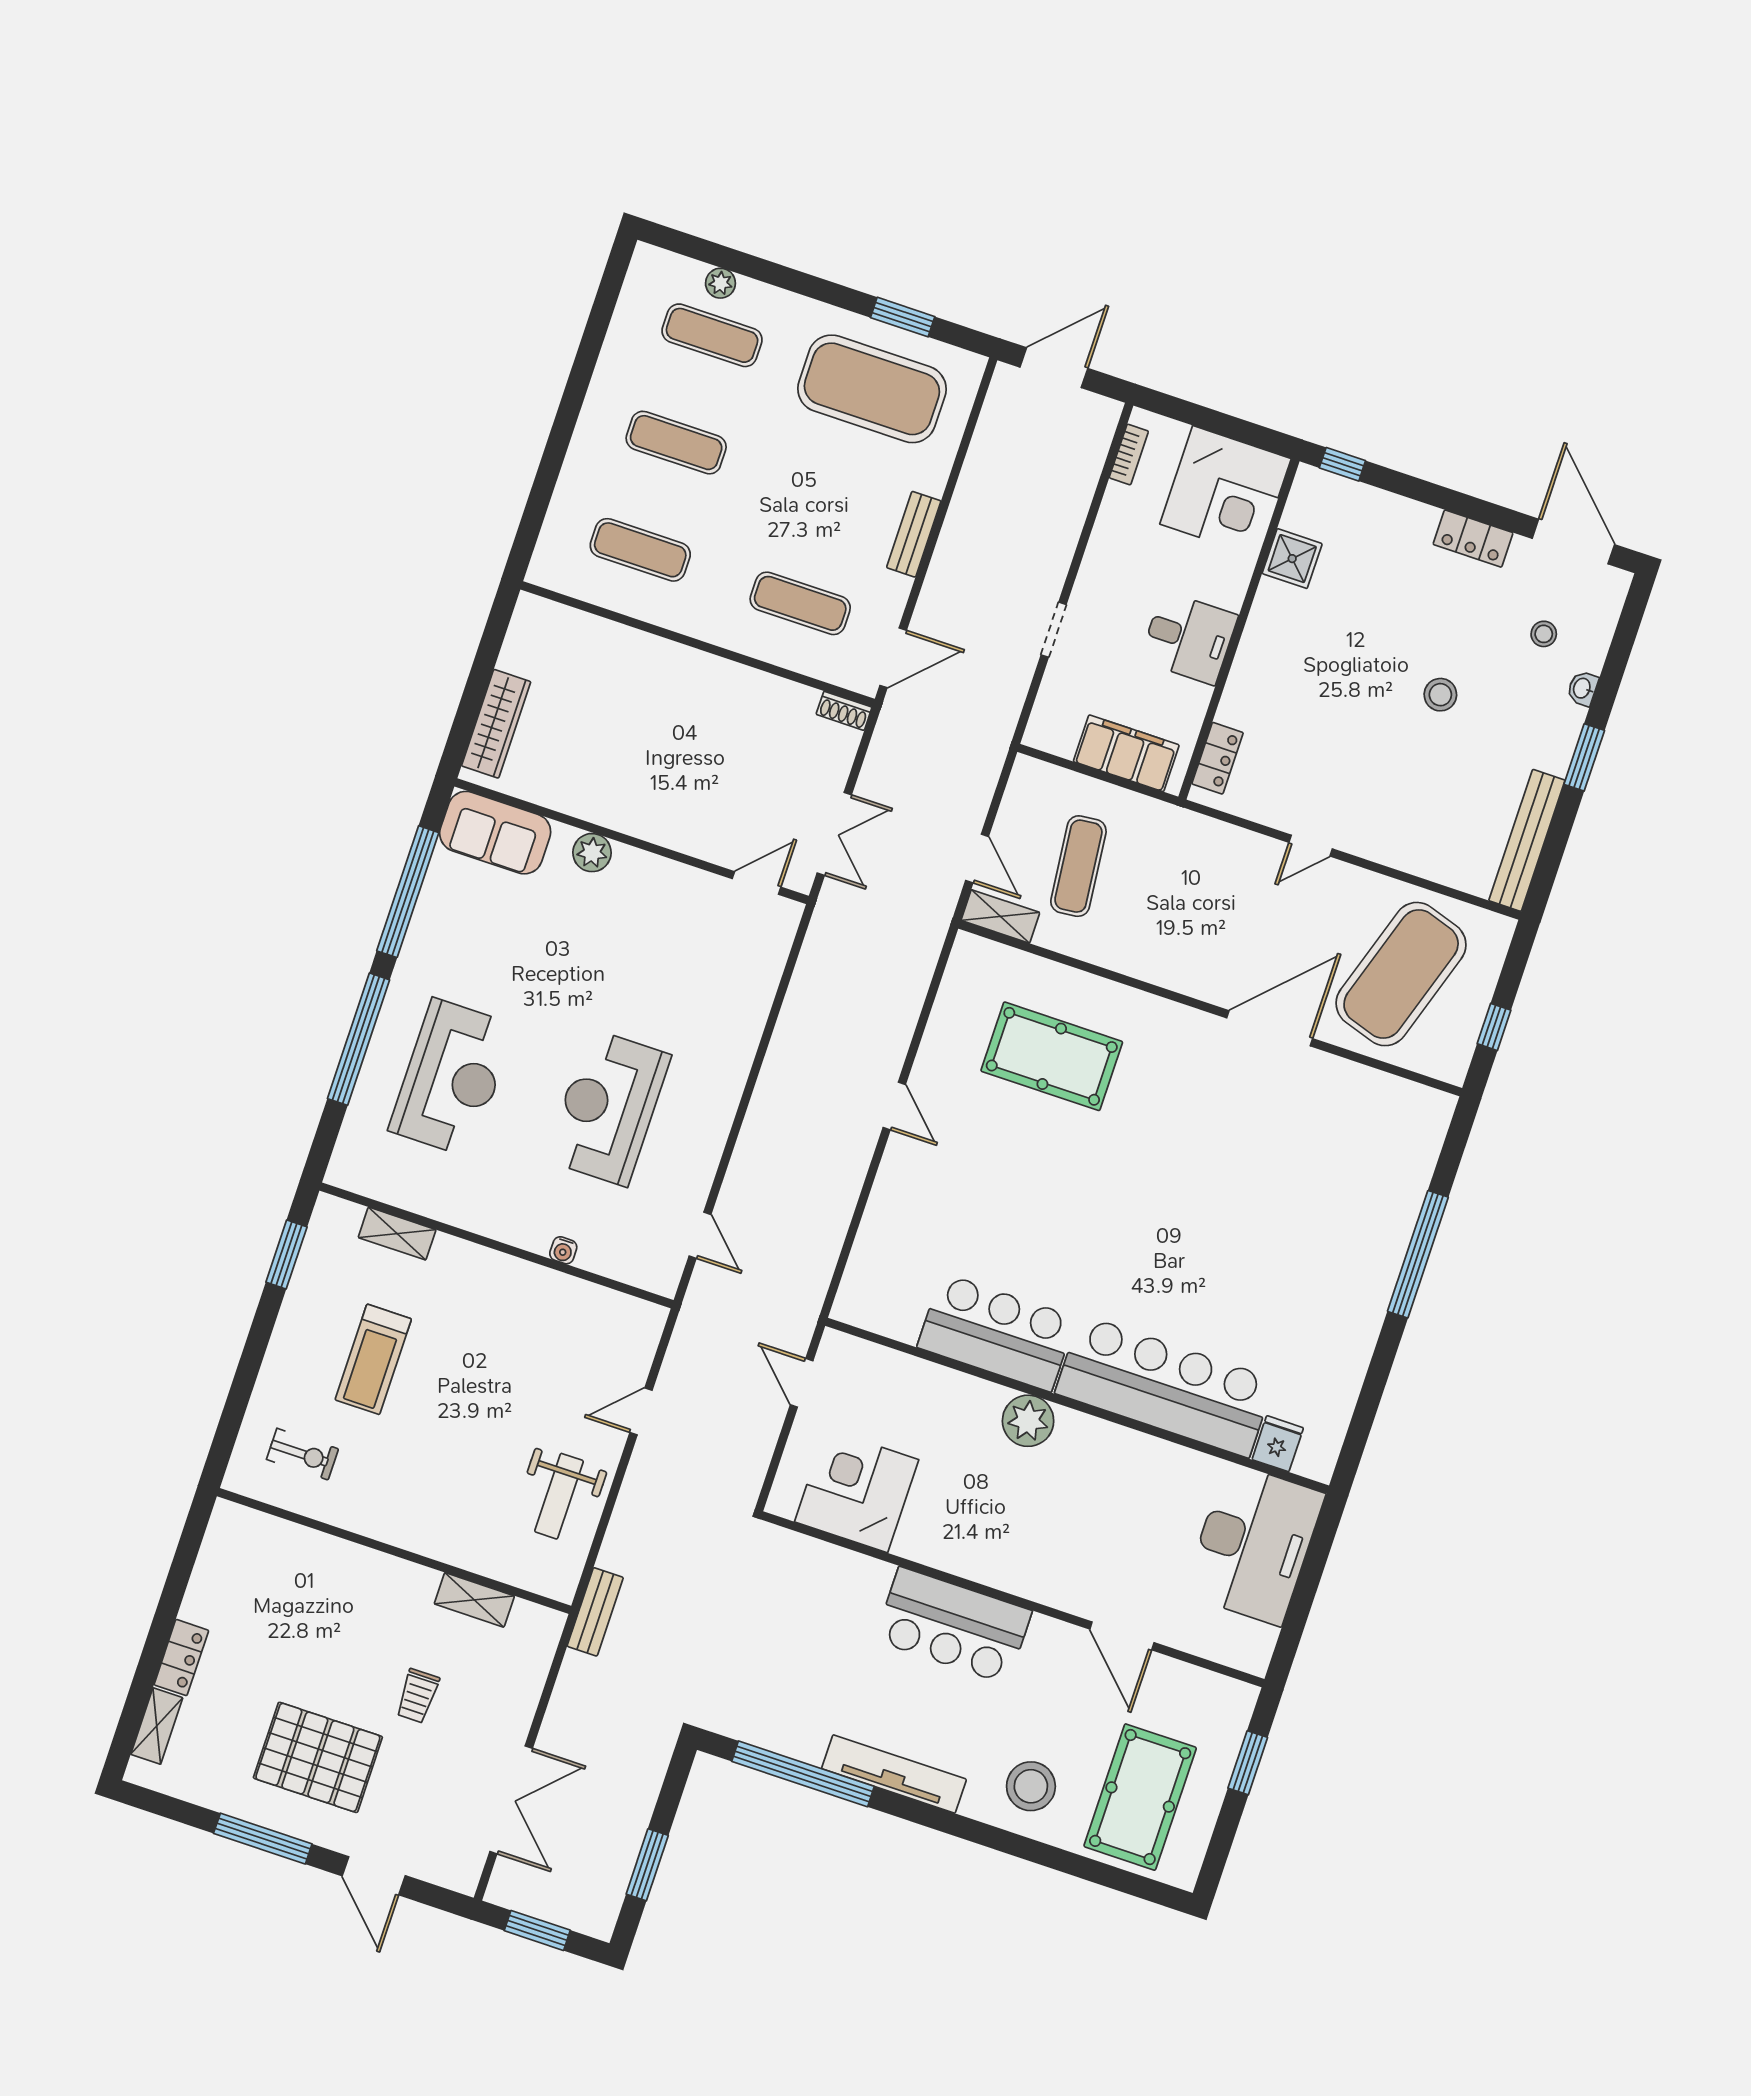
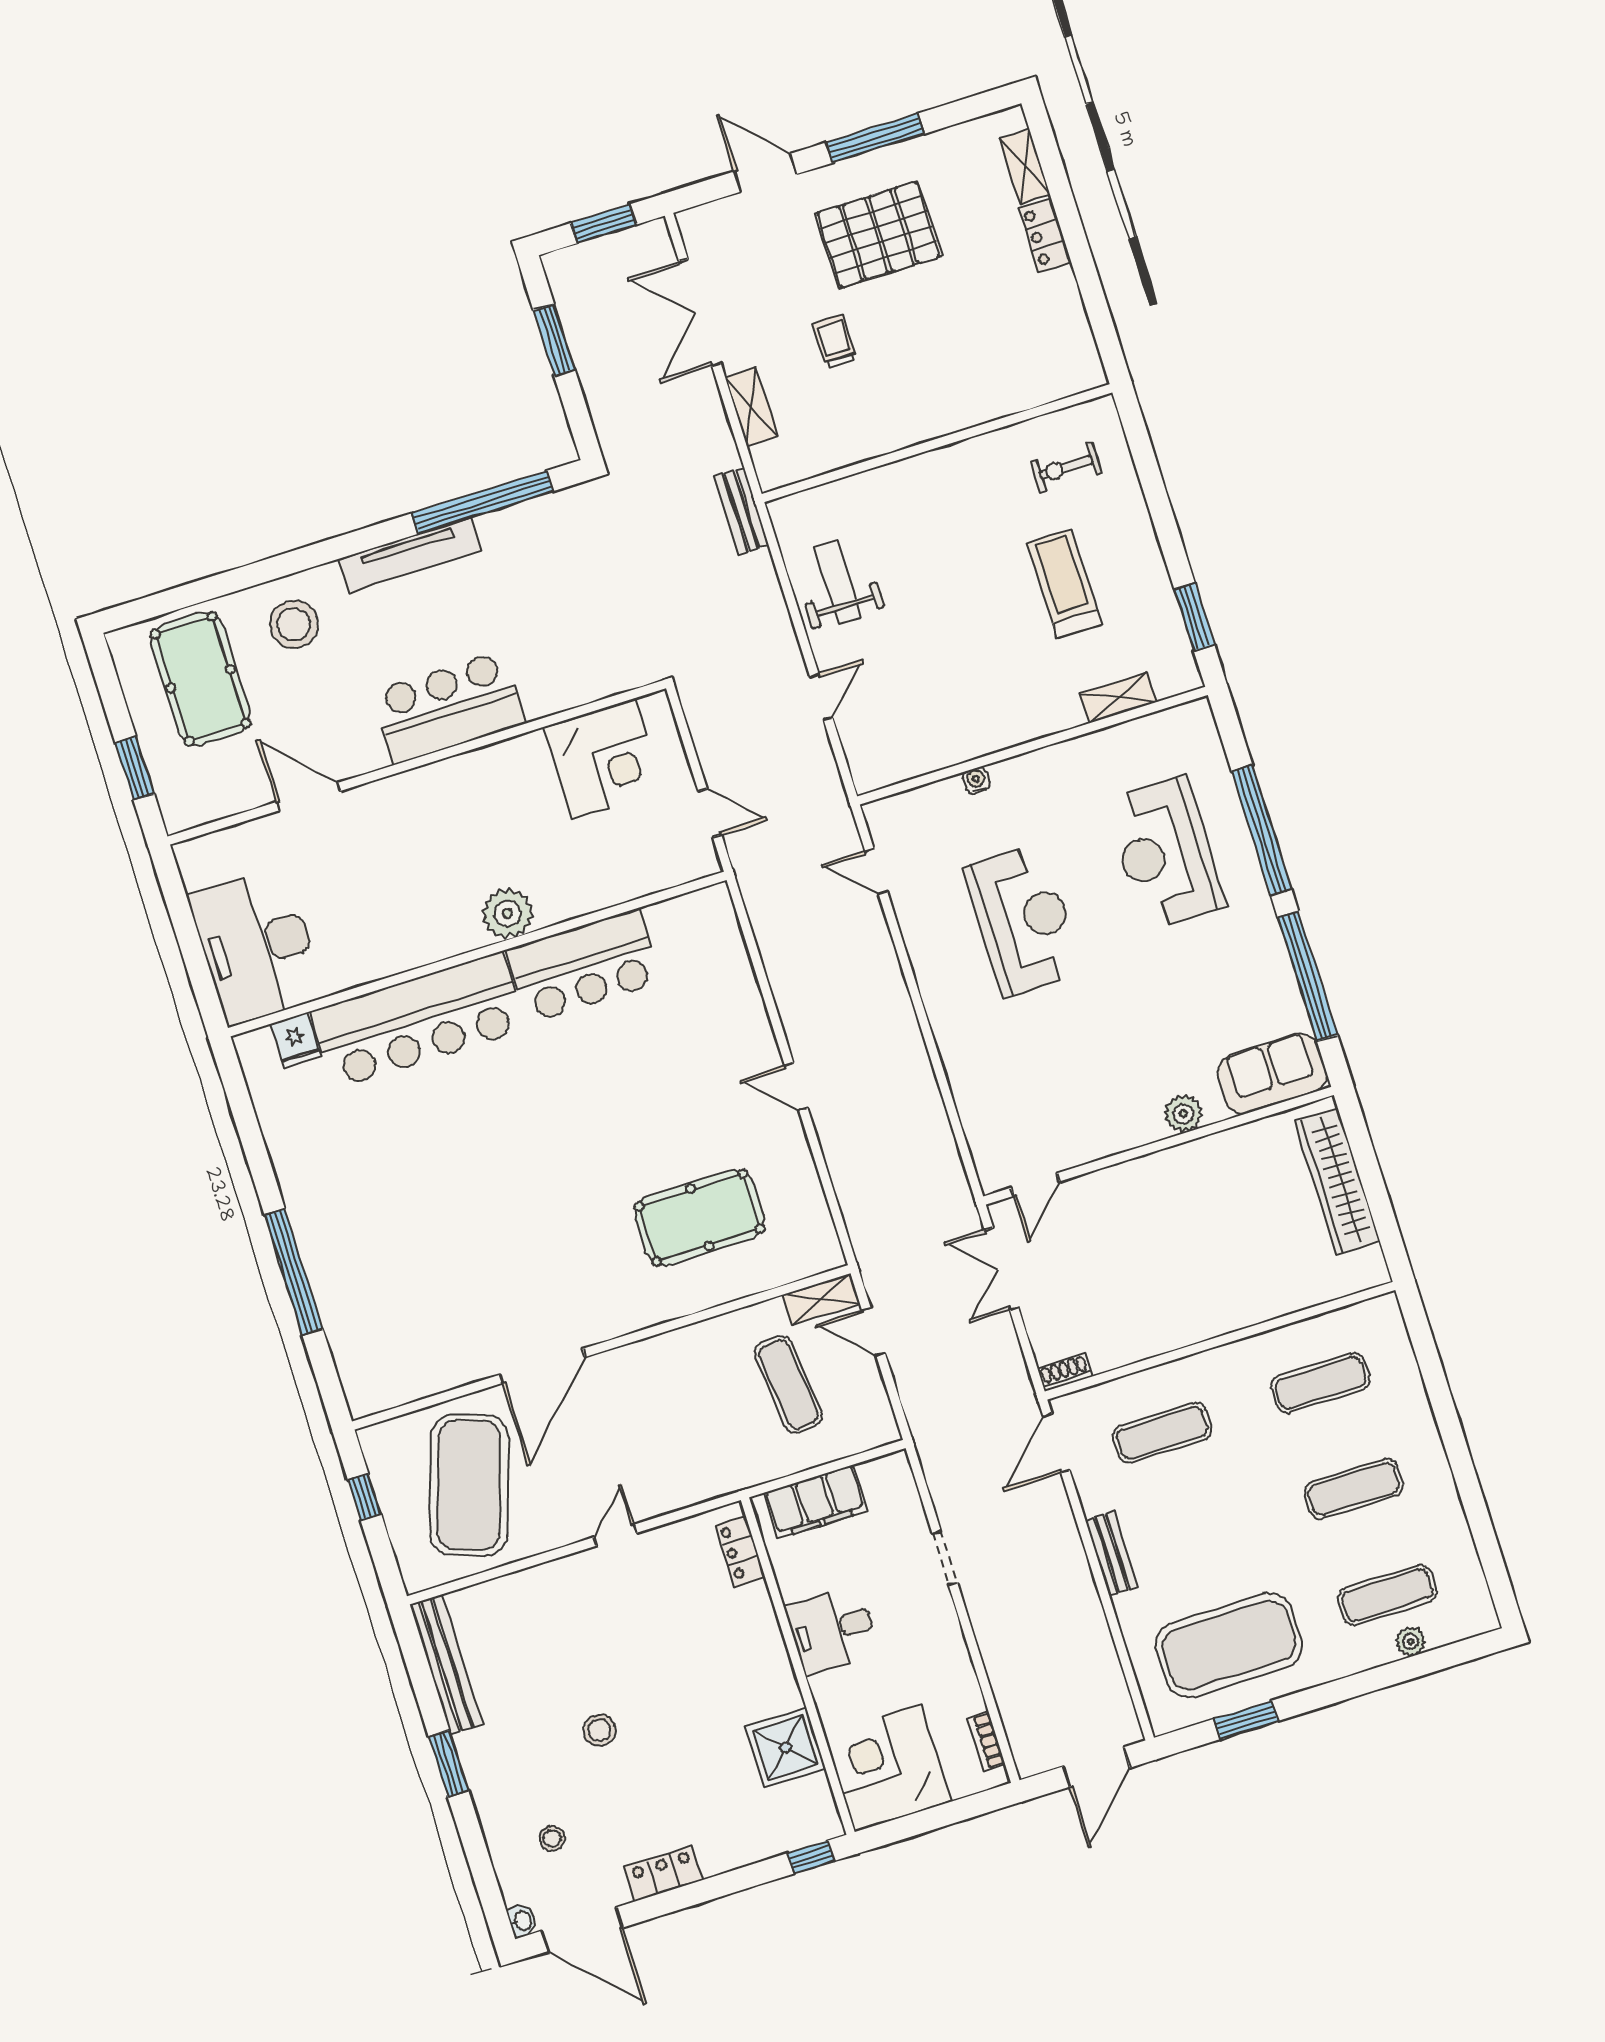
shower: (1292, 559) -> (785, 1747), width x1.36, depth x1.36
washbasin: (1583, 688) -> (522, 1921), moved
wardrobe: (496, 724) -> (1337, 1181), width x1.40, depth x1.17
shelving: (474, 1600) -> (751, 406), moved, turned 90

